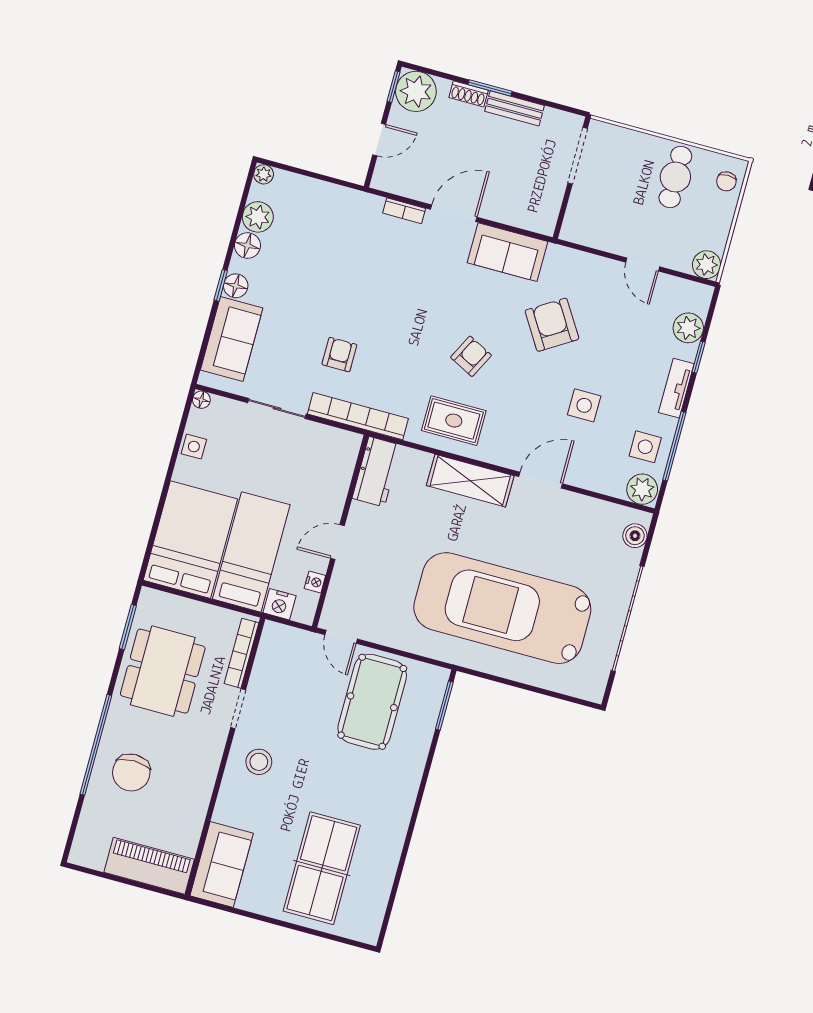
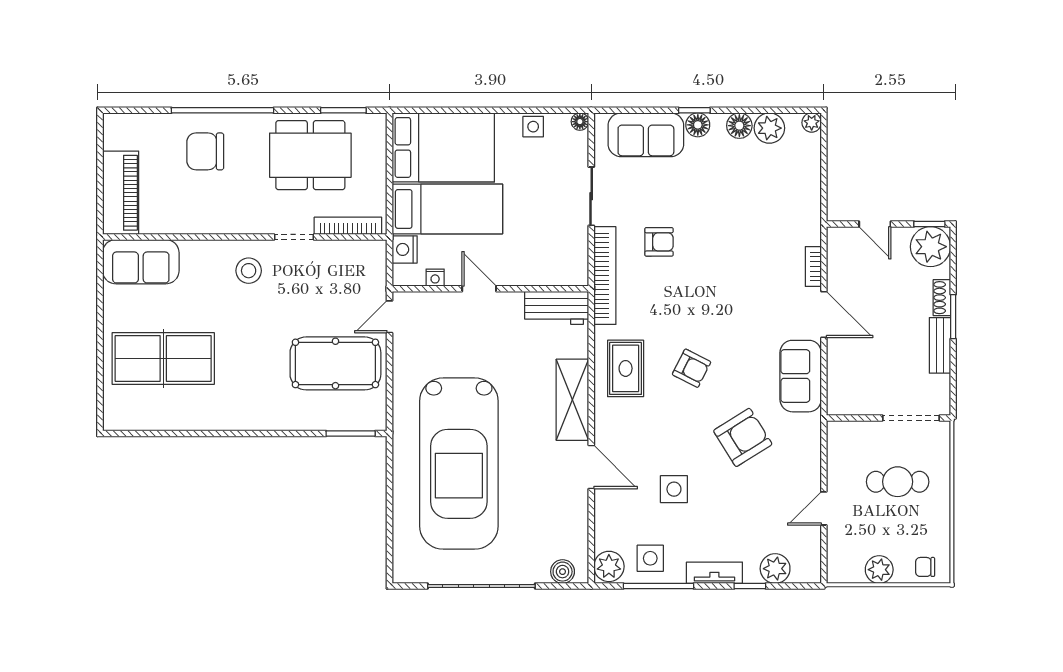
cafe table: (675, 177) -> (898, 482), moved
plant: (707, 265) -> (879, 570), moved
car: (502, 608) -> (459, 464), turned 180

